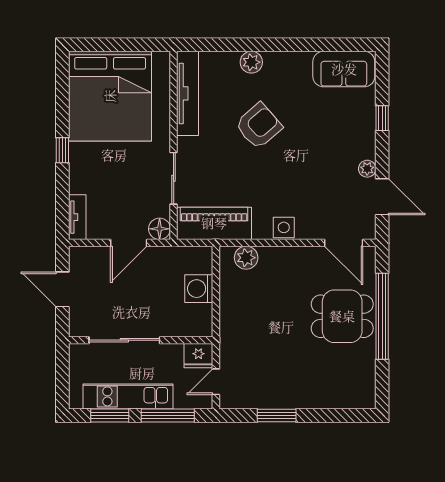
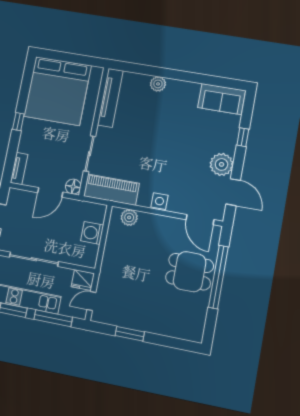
armchair: (259, 126) -> (155, 128), removed
plant: (367, 169) -> (222, 164), width x1.88, depth x1.88

